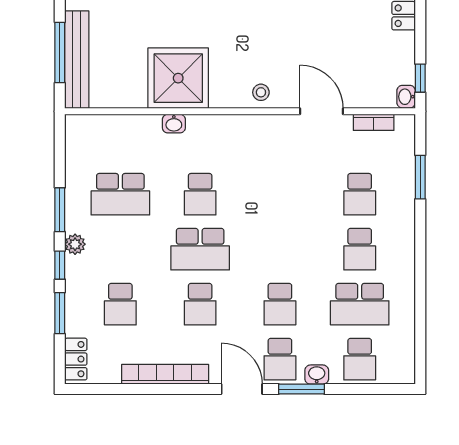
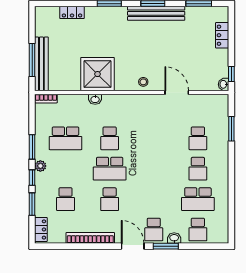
bookcase: (374, 122) -> (46, 99), moved
school desk: (280, 304) -> (154, 199), removed

